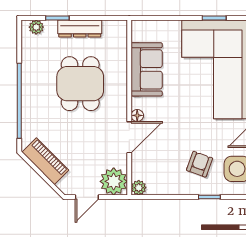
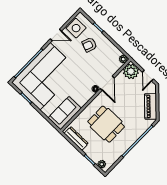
dresser: (80, 28) -> (76, 138), moved
sofa: (147, 69) -> (65, 113), moved
dining table: (80, 84) -> (106, 124), turned 90
door: (129, 137) -> (107, 83), swing flipped
door: (87, 197) -> (148, 76), swing flipped

